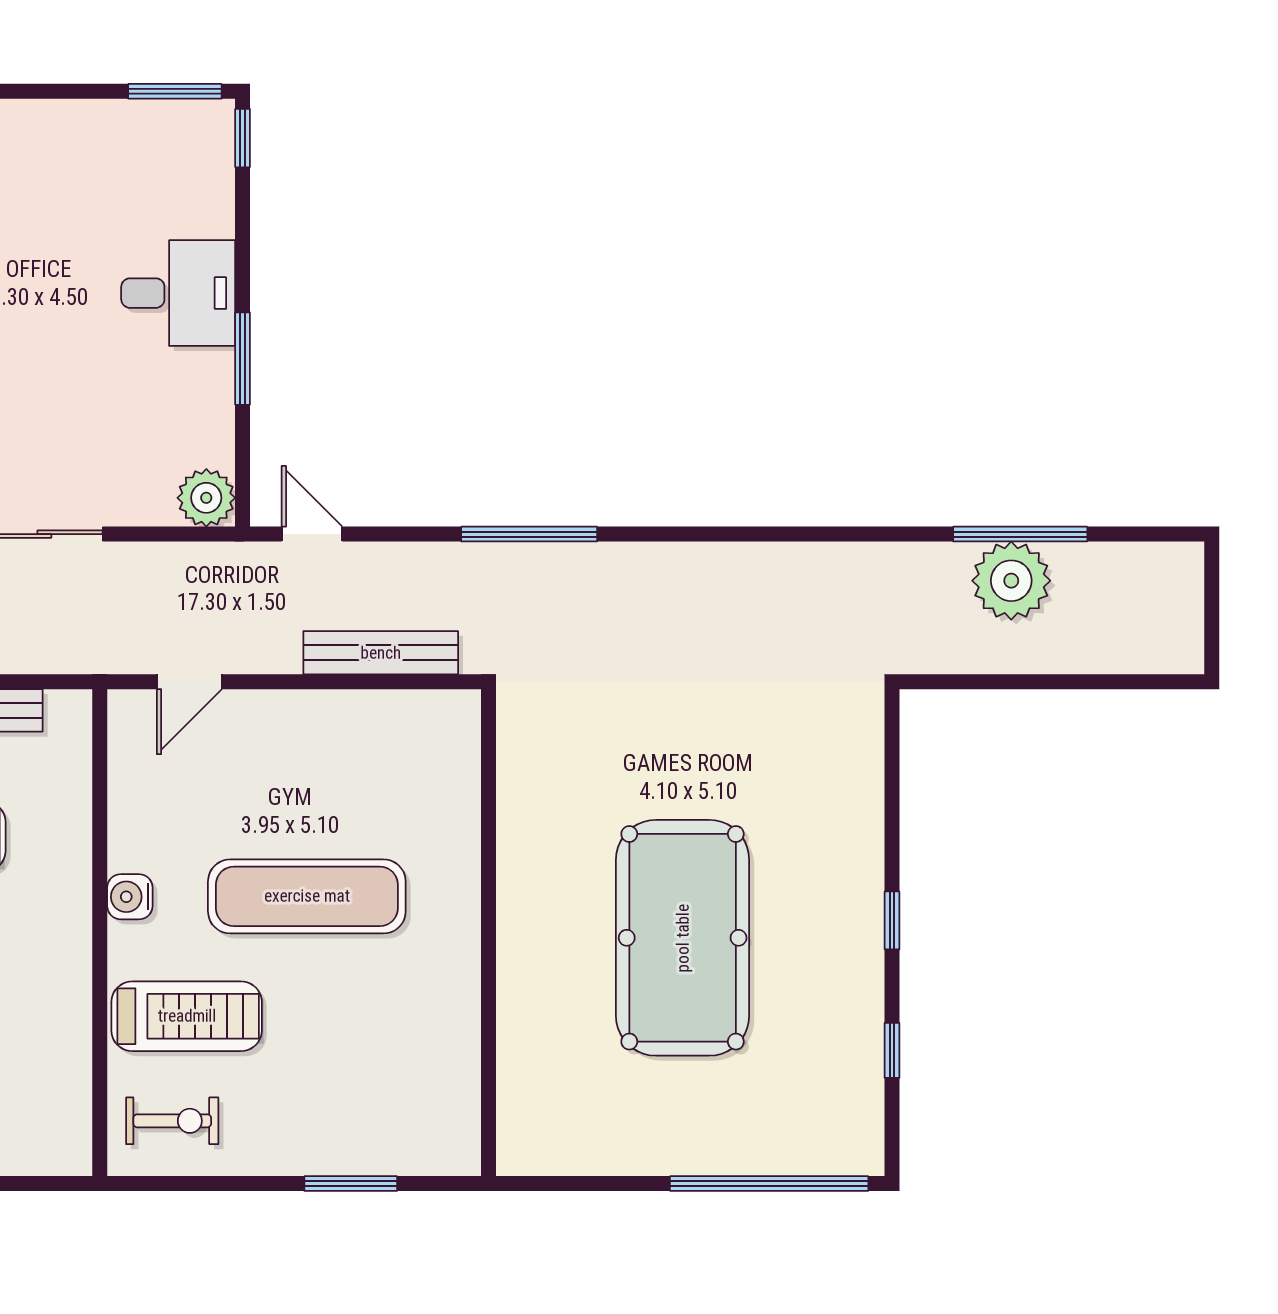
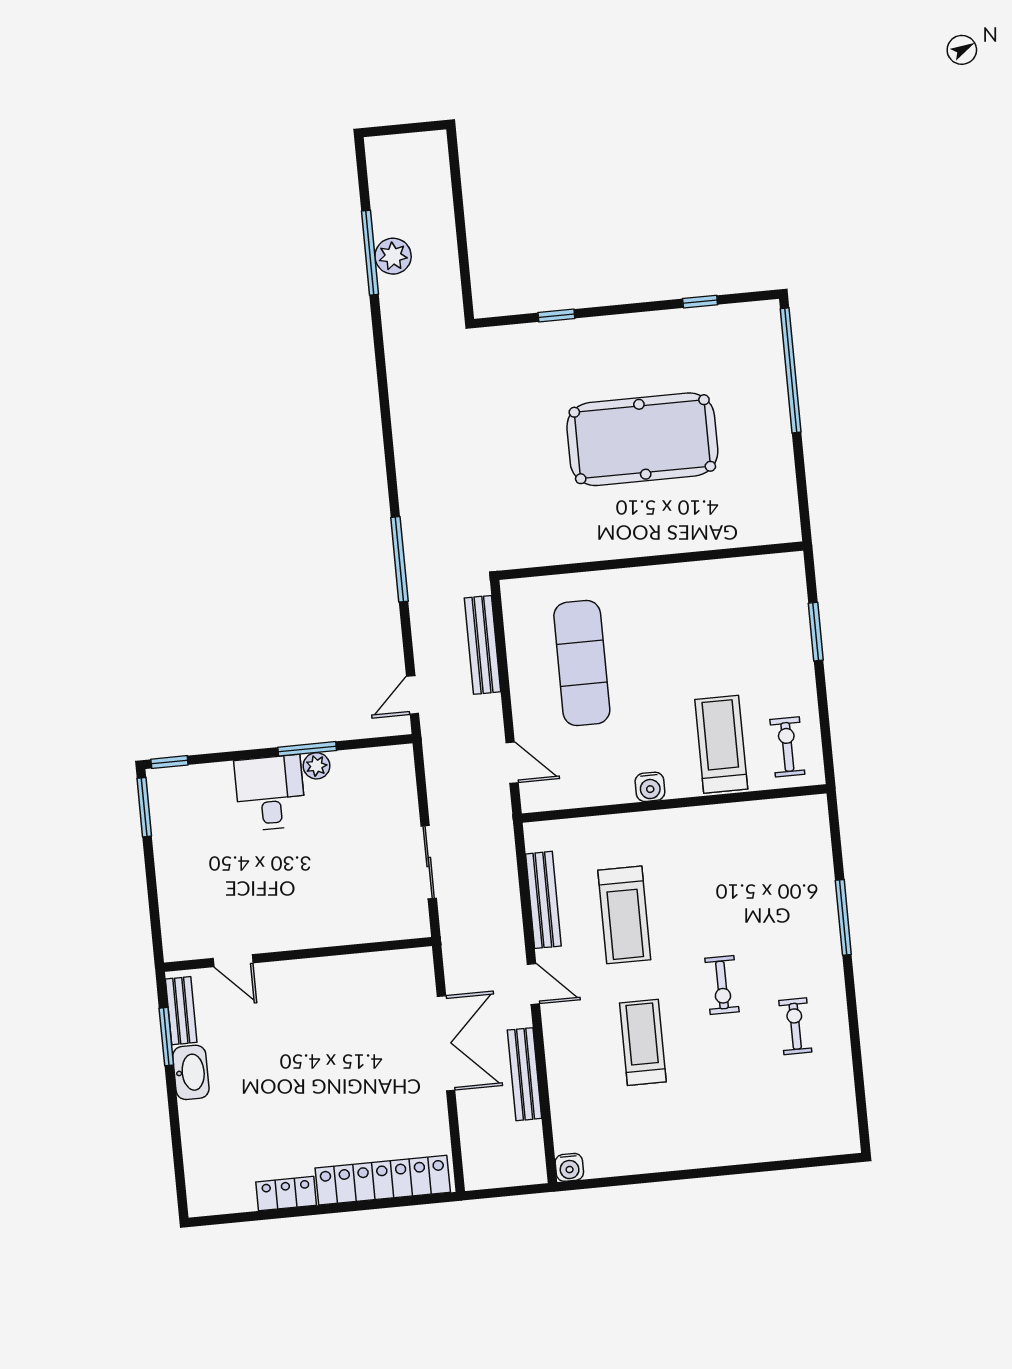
plant: (206, 498) -> (317, 766), moved, width x0.73, depth x0.73
plant: (1011, 581) -> (393, 256), width x0.73, depth x0.73
exercise mat: (307, 896) -> (582, 663), moved
window: (892, 920) -> (556, 316), moved

